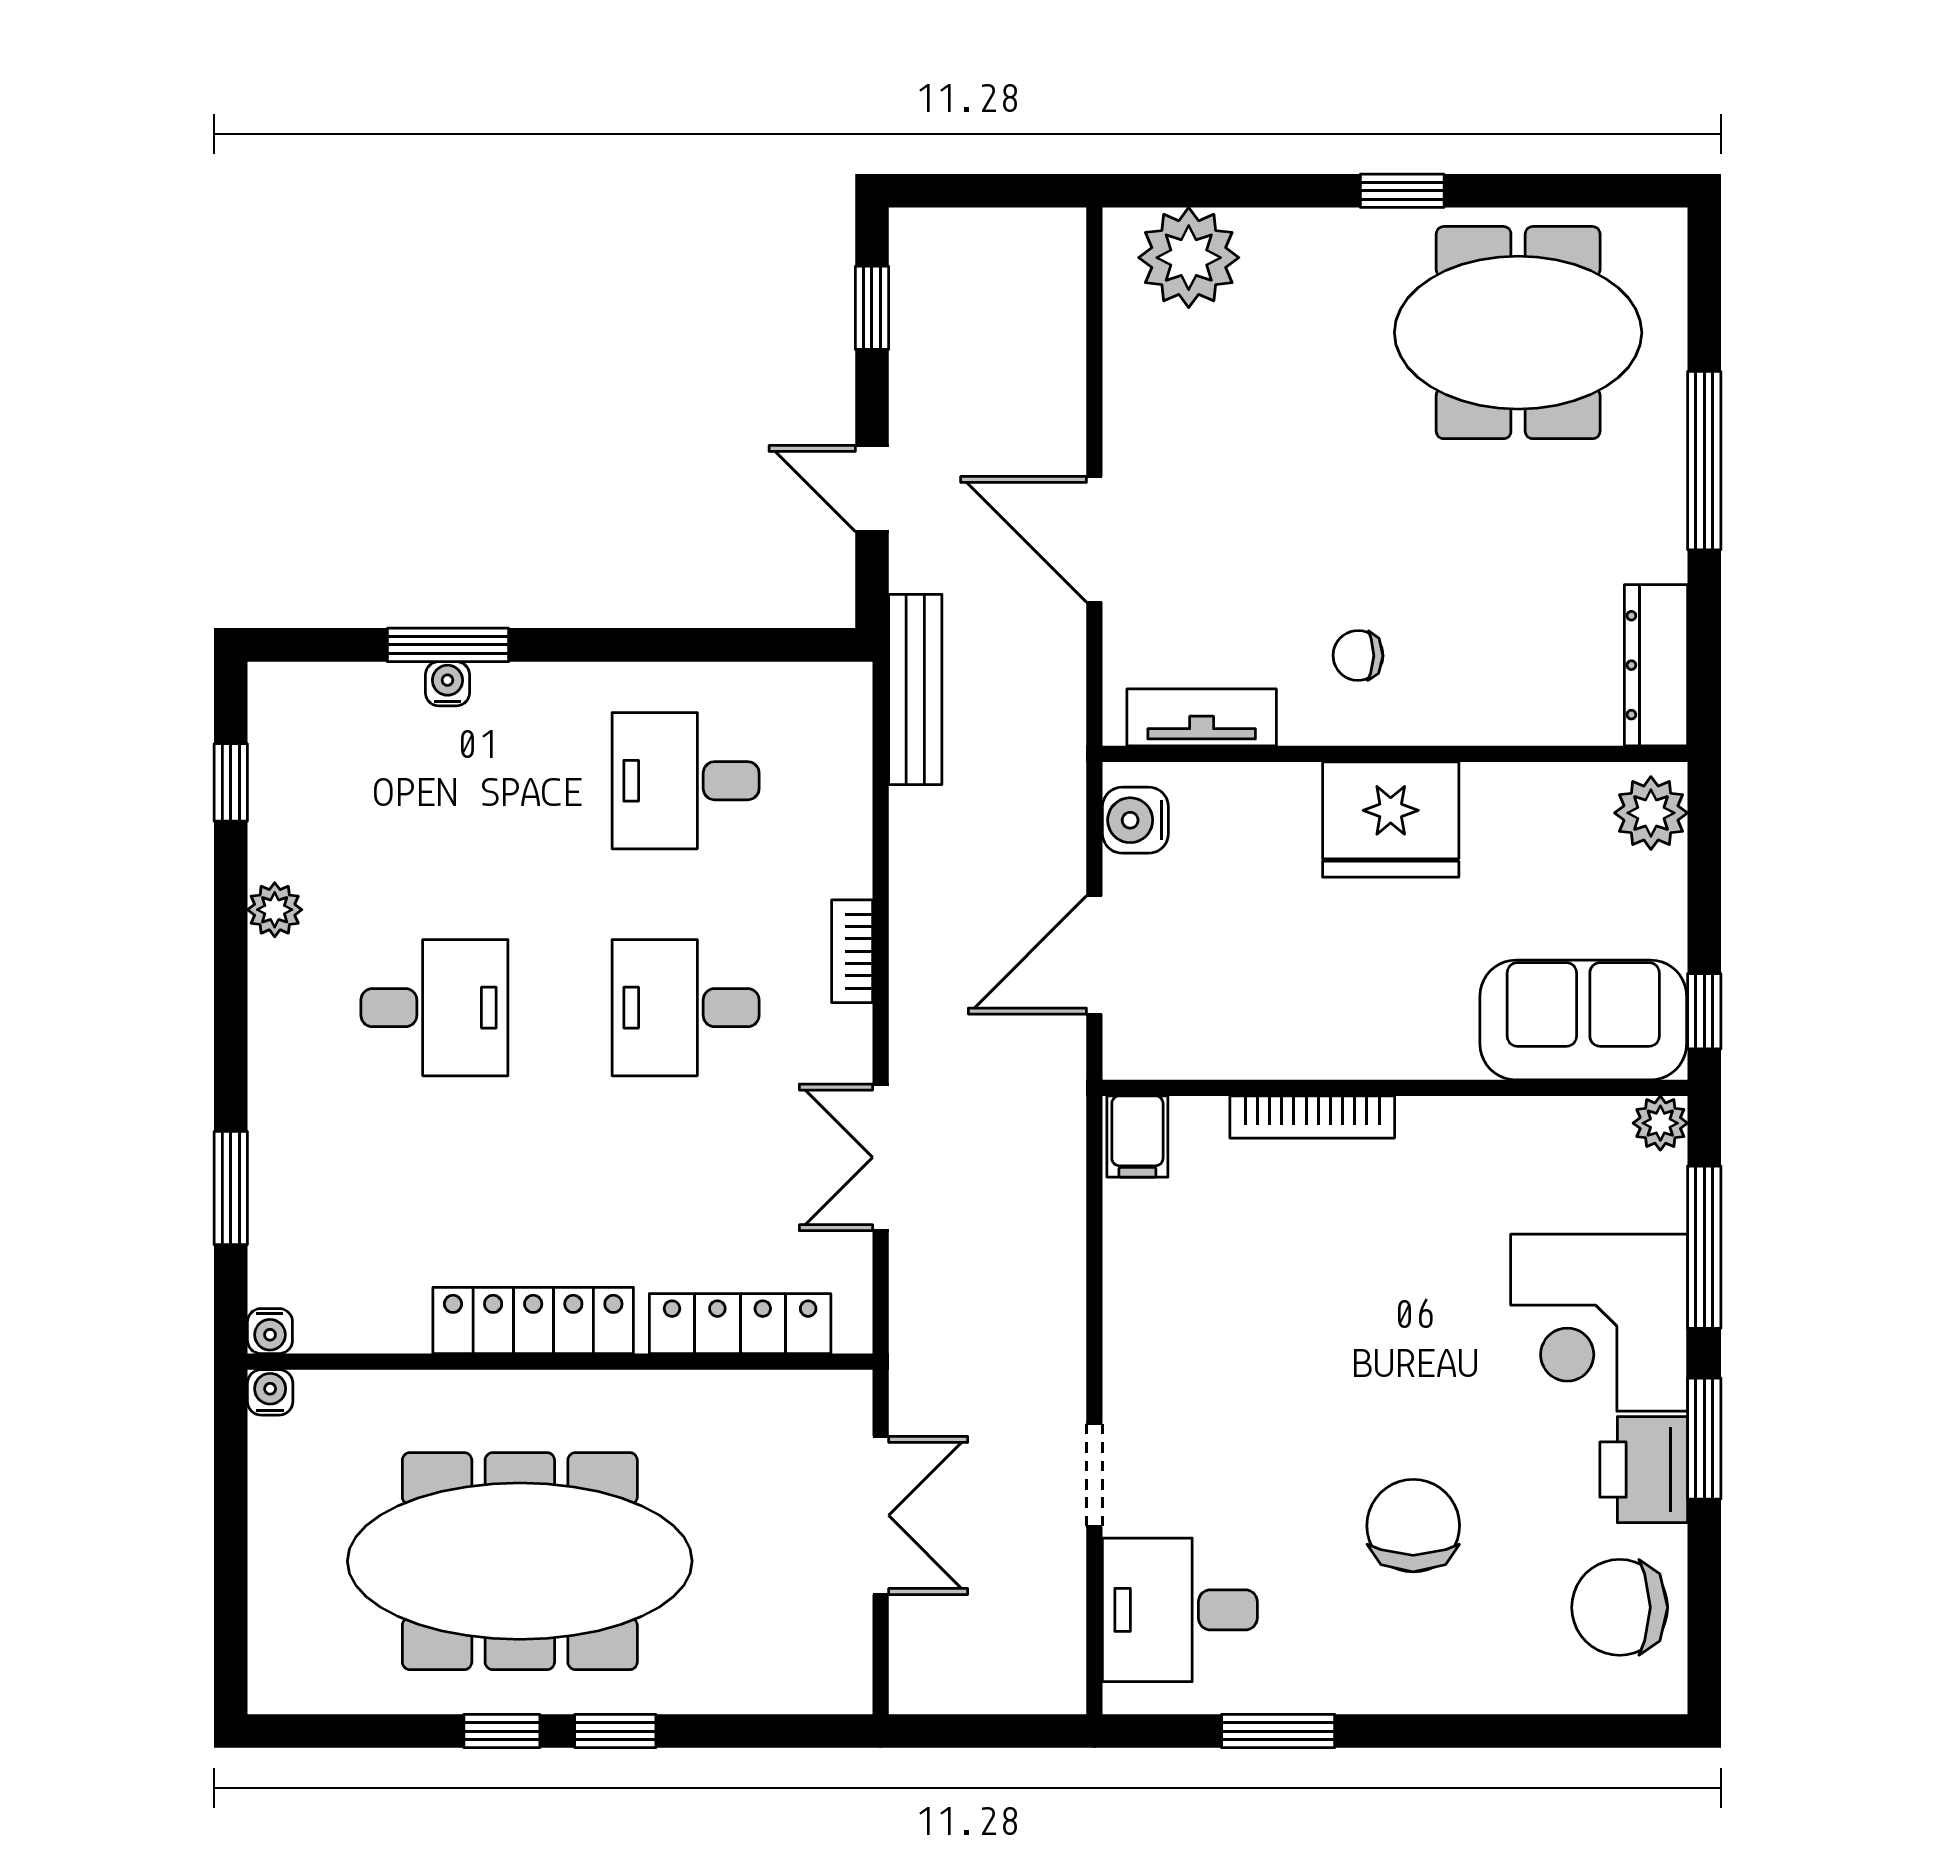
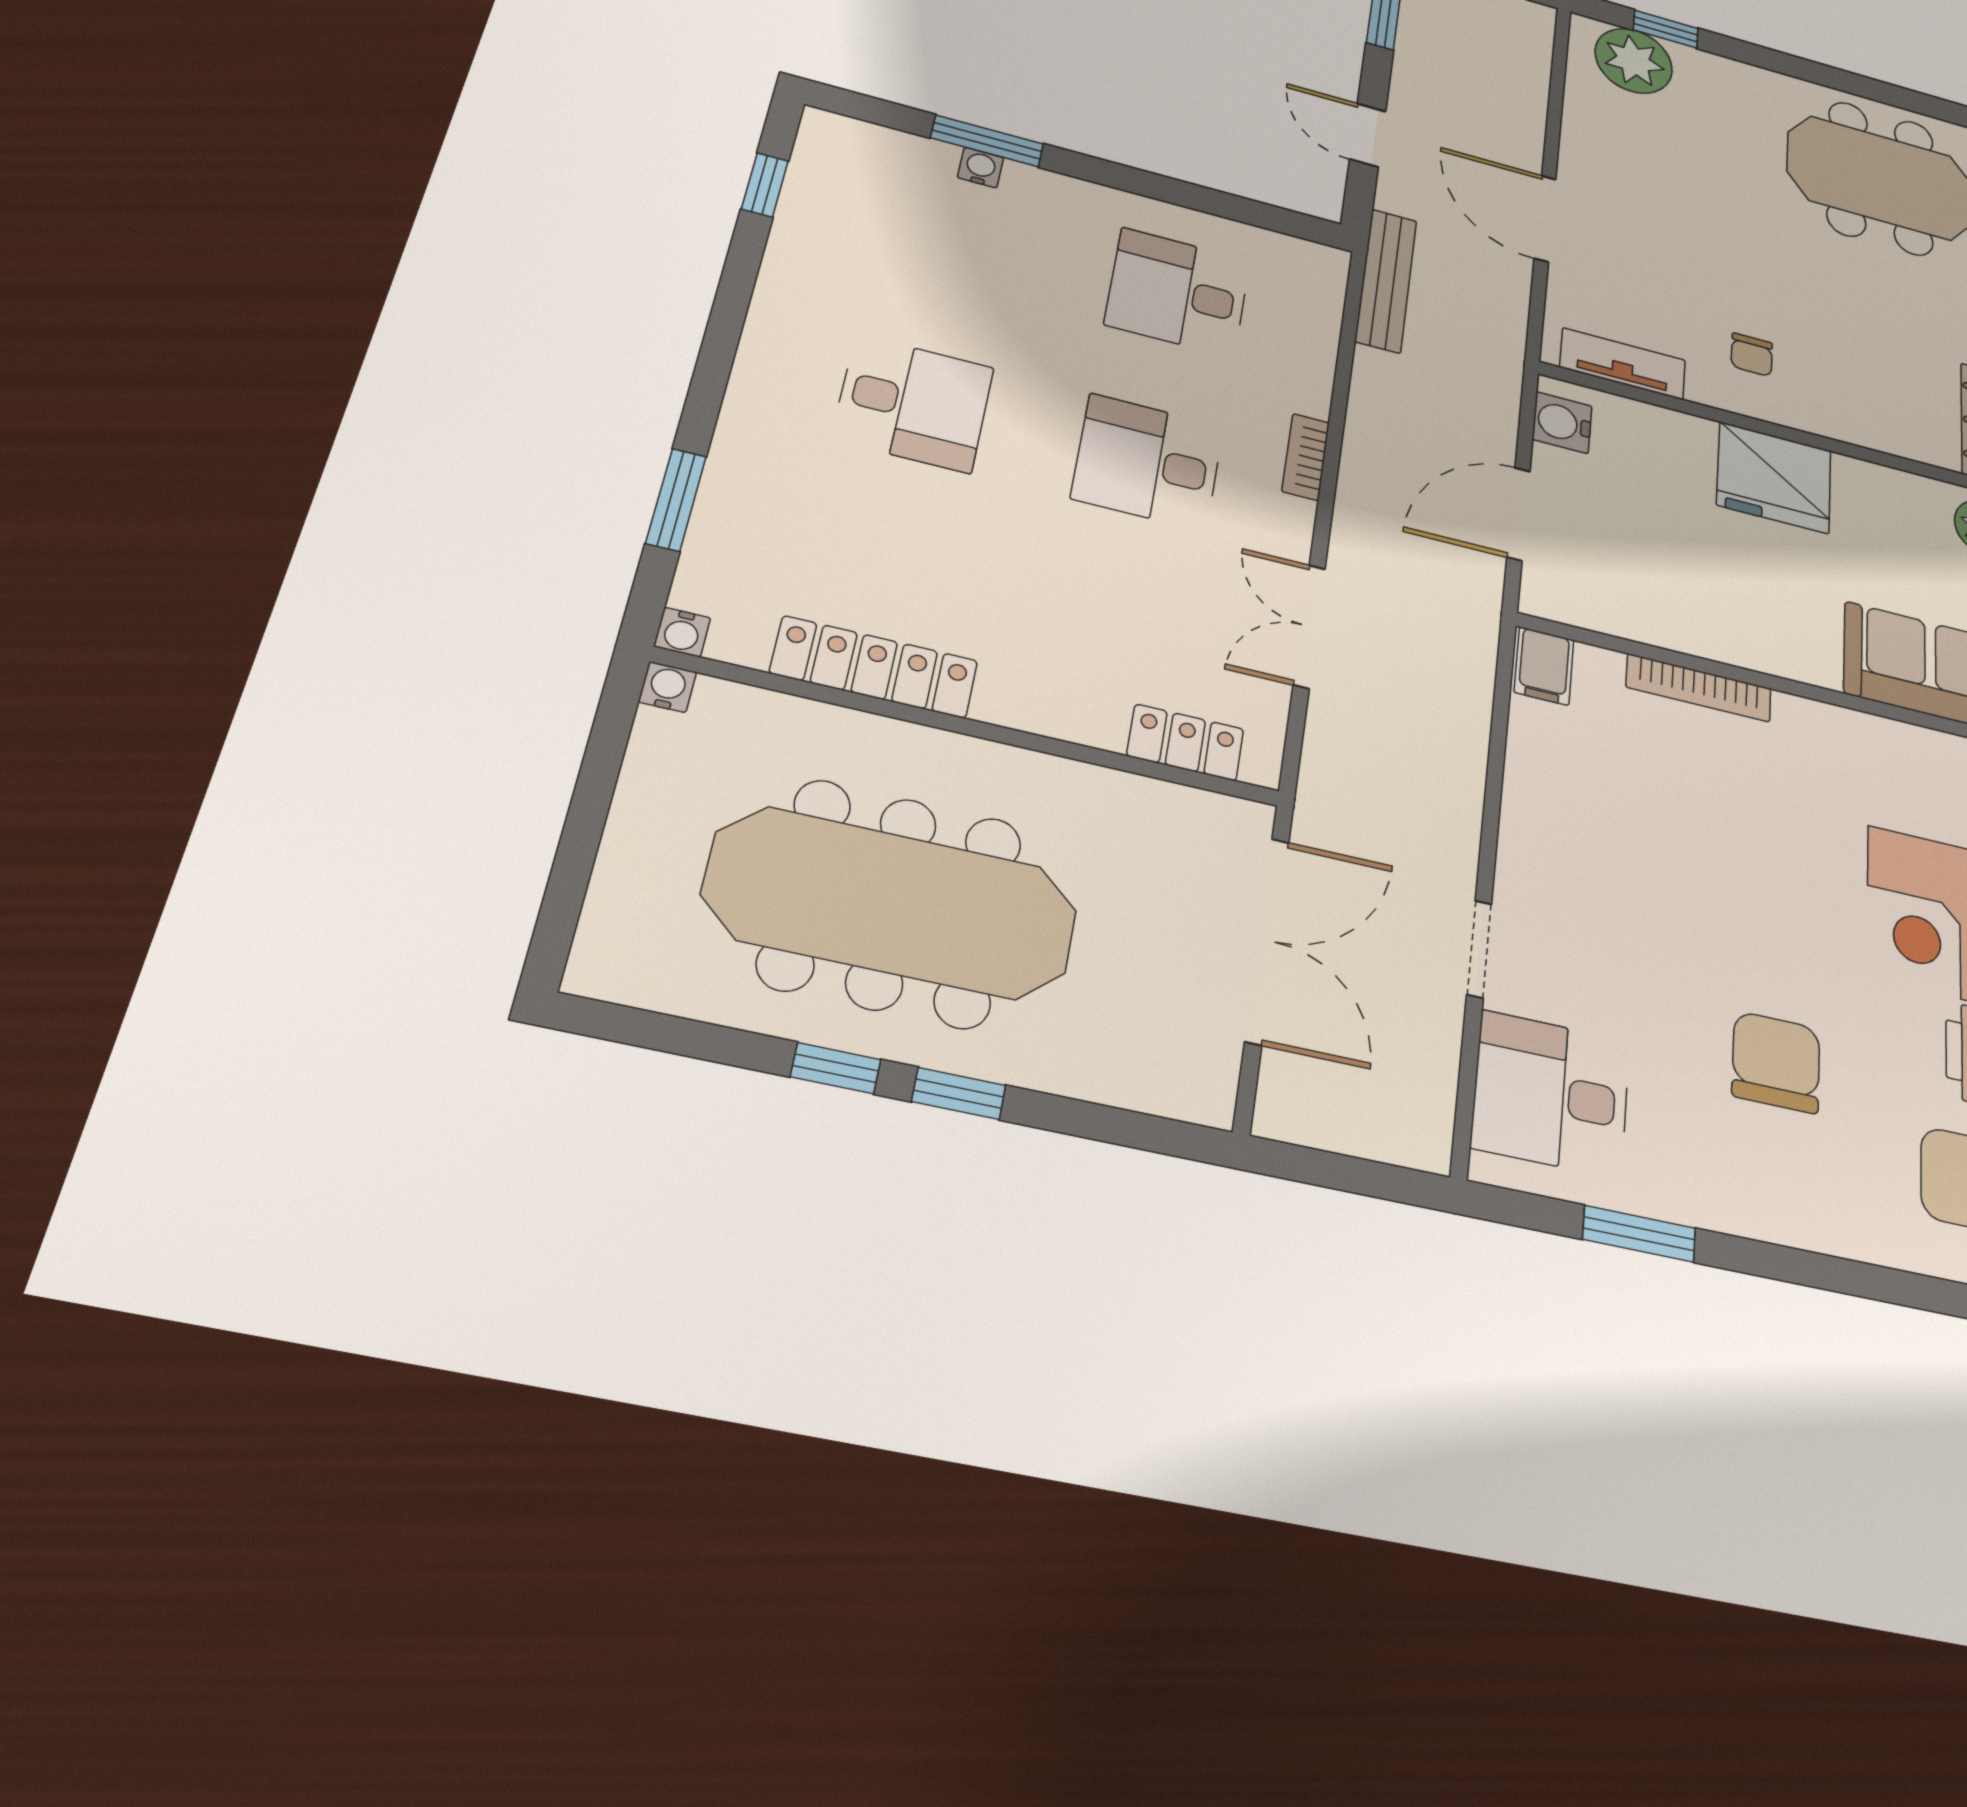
window: (1402, 191) -> (1666, 29), moved
chair: (1358, 655) -> (1752, 355), turned -91
plant: (275, 910) -> (780, 290), removed
locker: (533, 1320) -> (874, 667), moved
locker: (740, 1324) -> (1185, 742), width x0.66
double door: (881, 1515) -> (1267, 940), width x1.37

